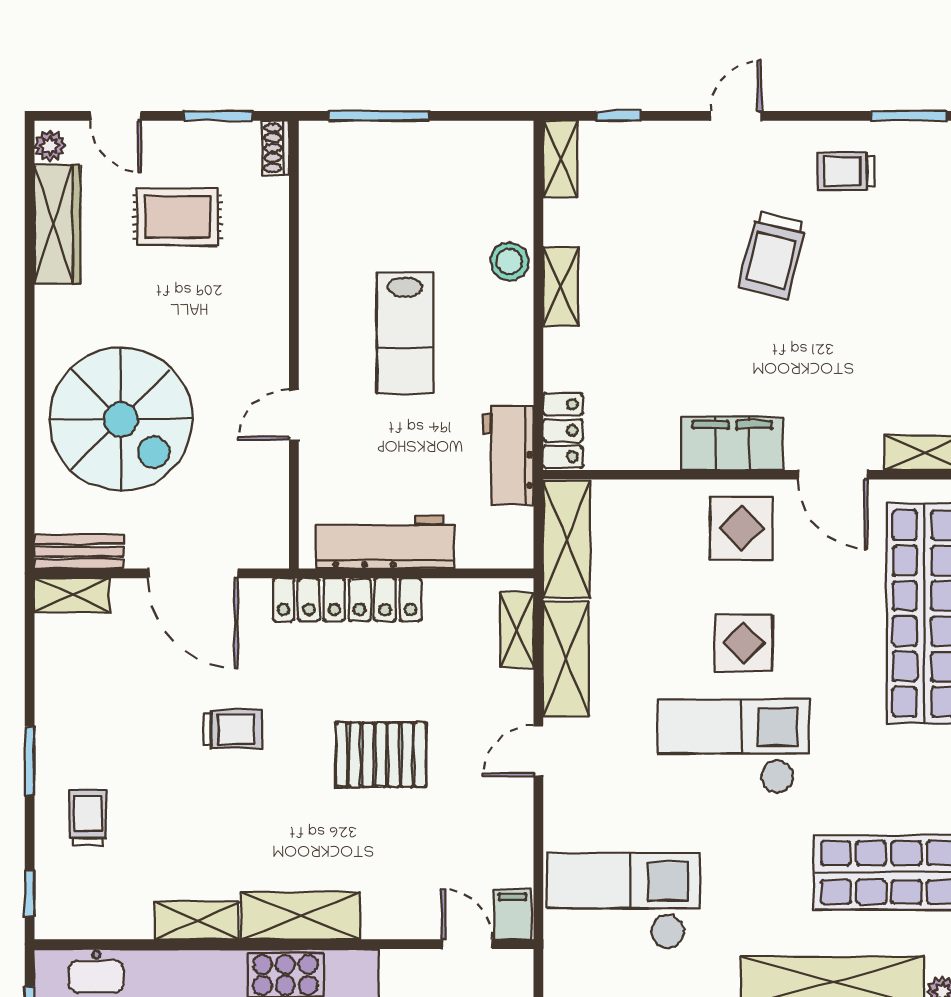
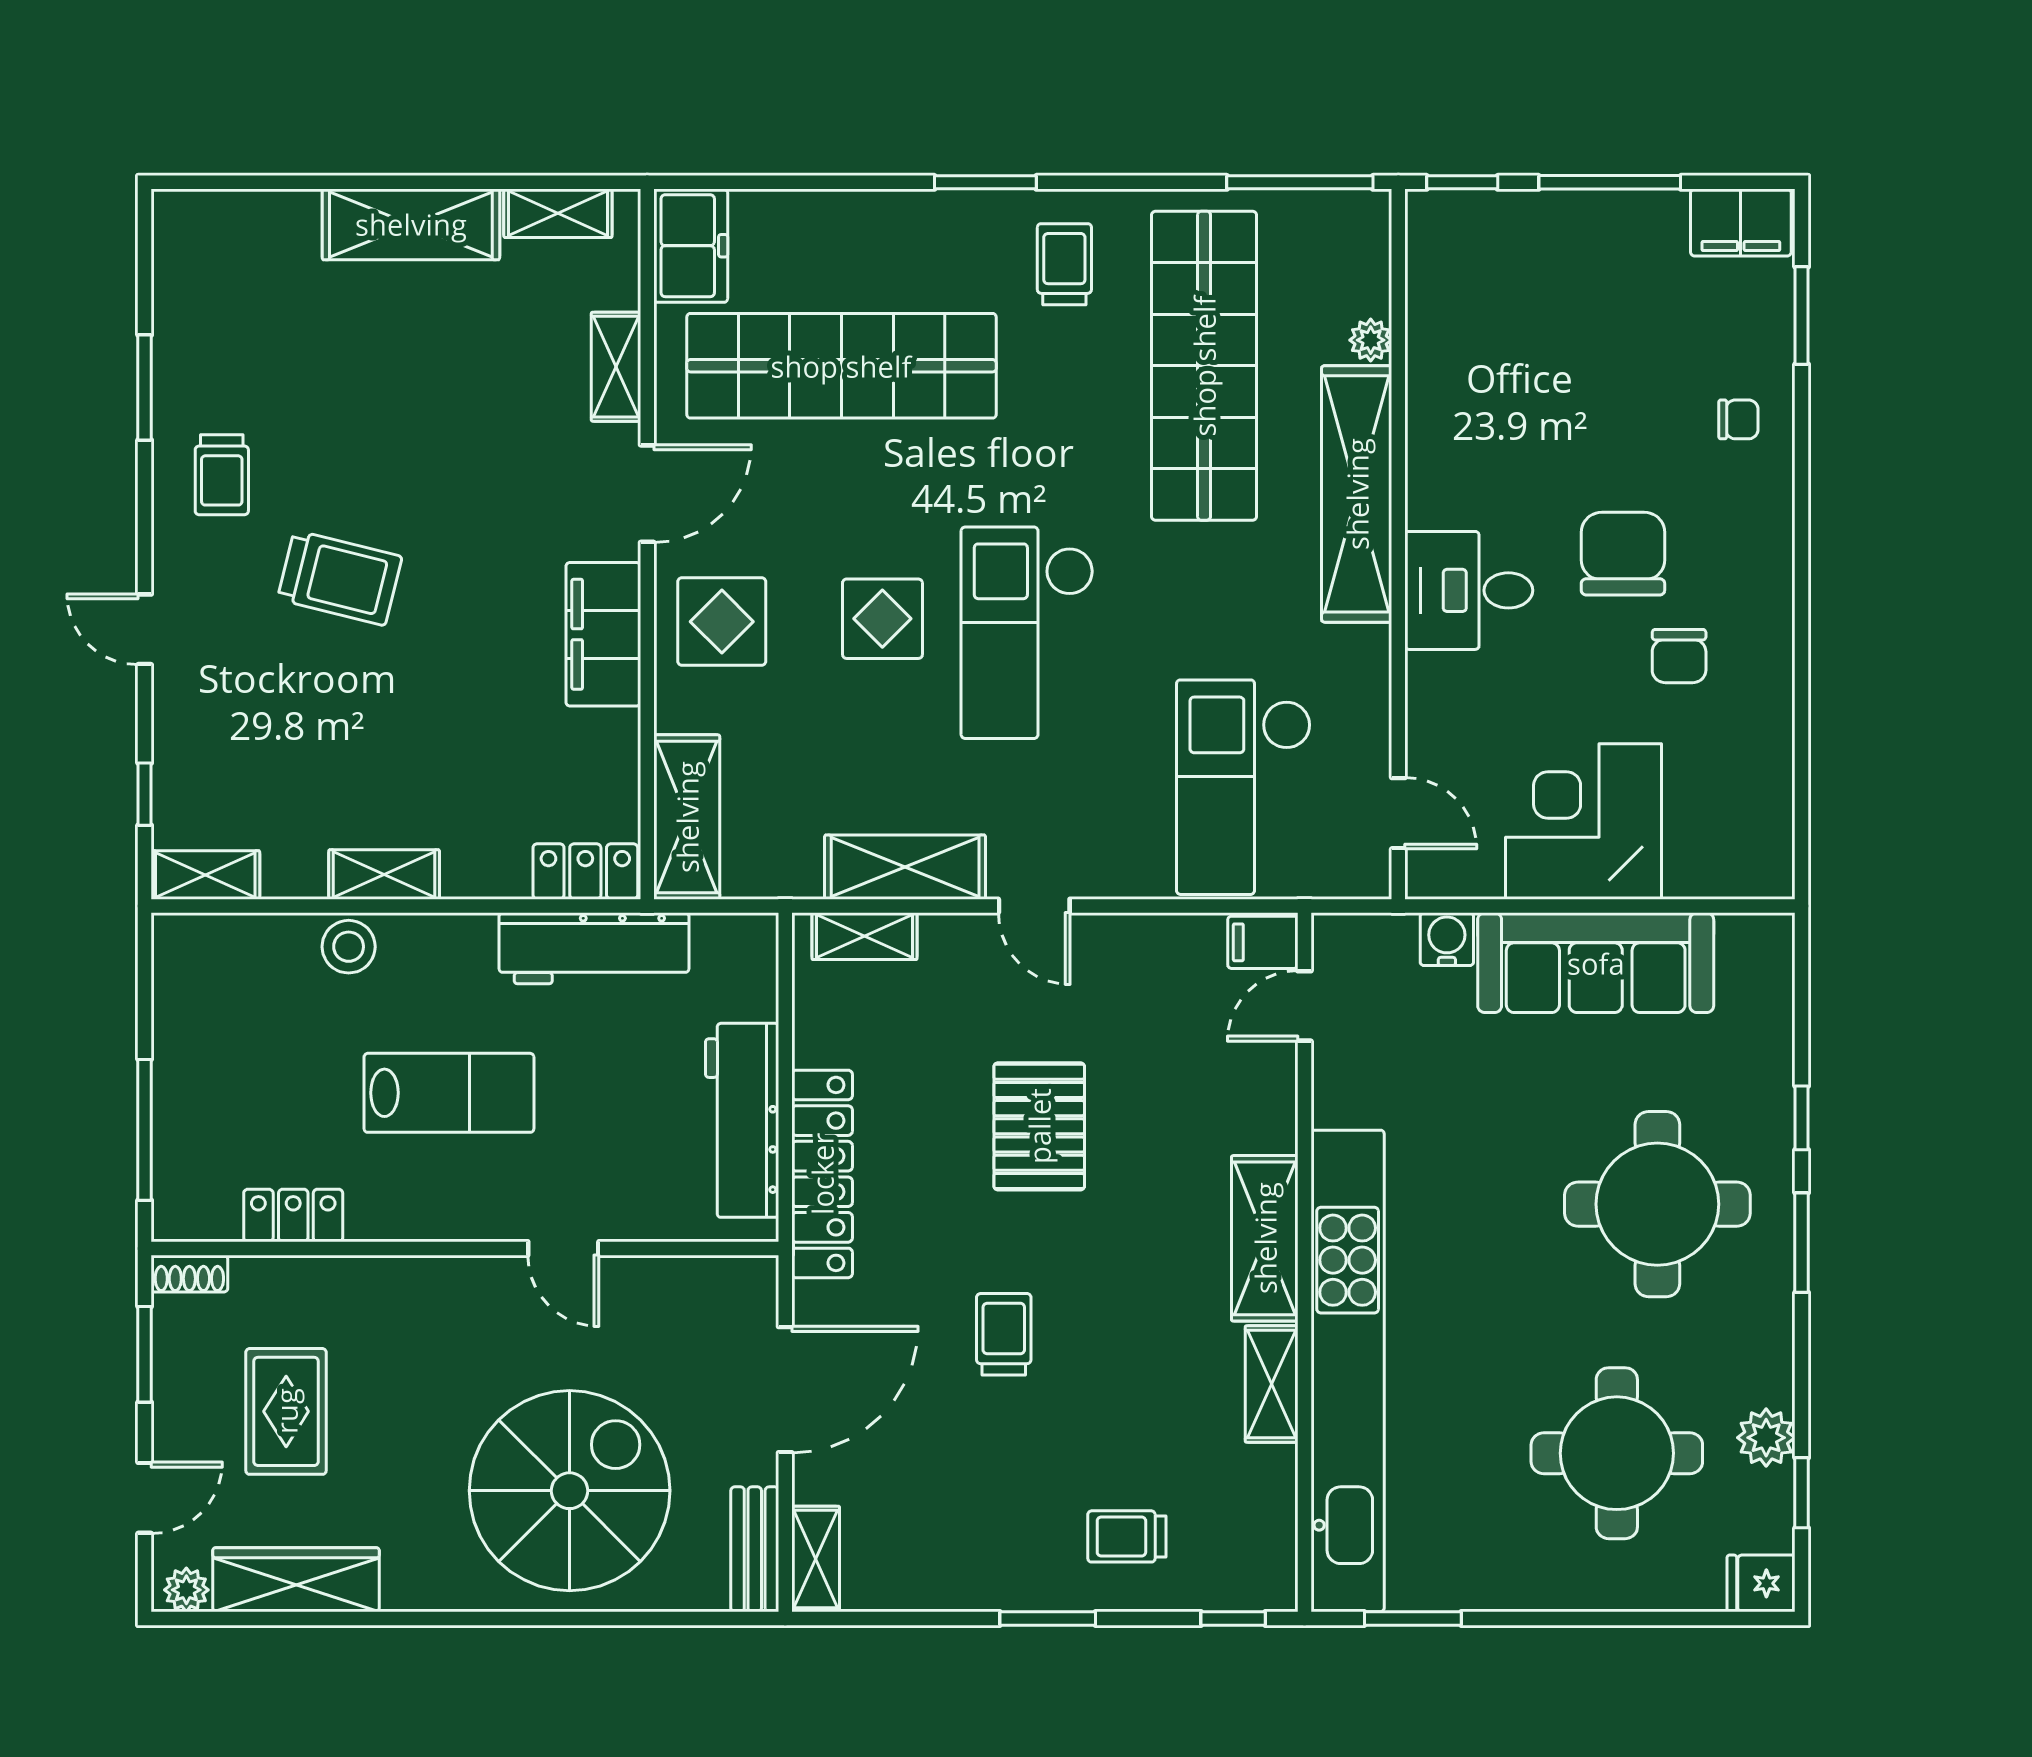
locker: (317, 222) -> (293, 1215), added
workbench: (508, 455) -> (594, 948), width x1.37
shelving: (567, 540) -> (687, 817), moved, turned 90

